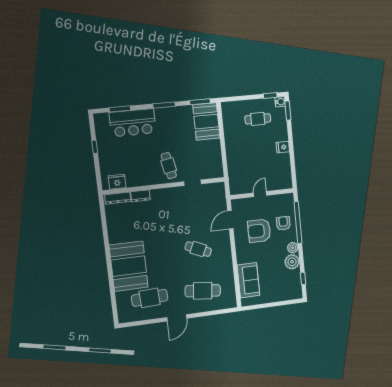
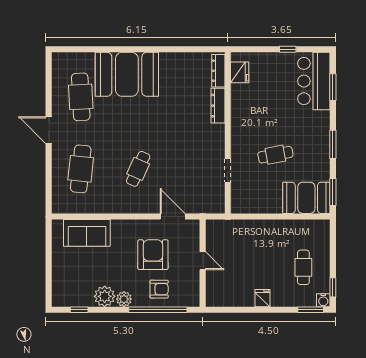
bar counter: (133, 123) -> (314, 81), moved
cafe table: (169, 166) -> (275, 155), moved
dresser: (140, 196) -> (218, 106), width x1.44

